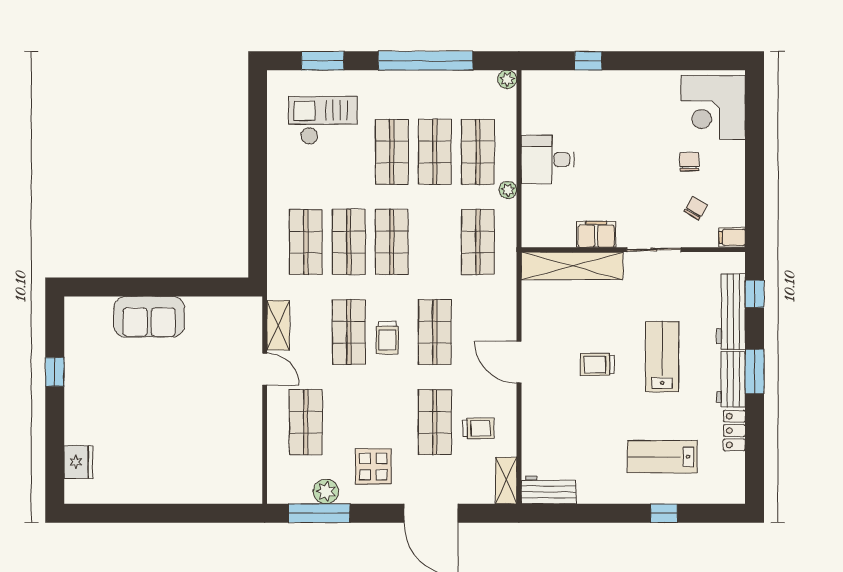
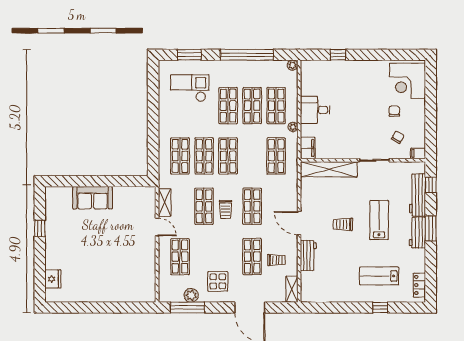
filing cabinet: (596, 234) -> (308, 148), moved, turned 90
locker: (734, 431) -> (419, 285), moved
workbench: (549, 490) -> (308, 255), moved, turned 90

